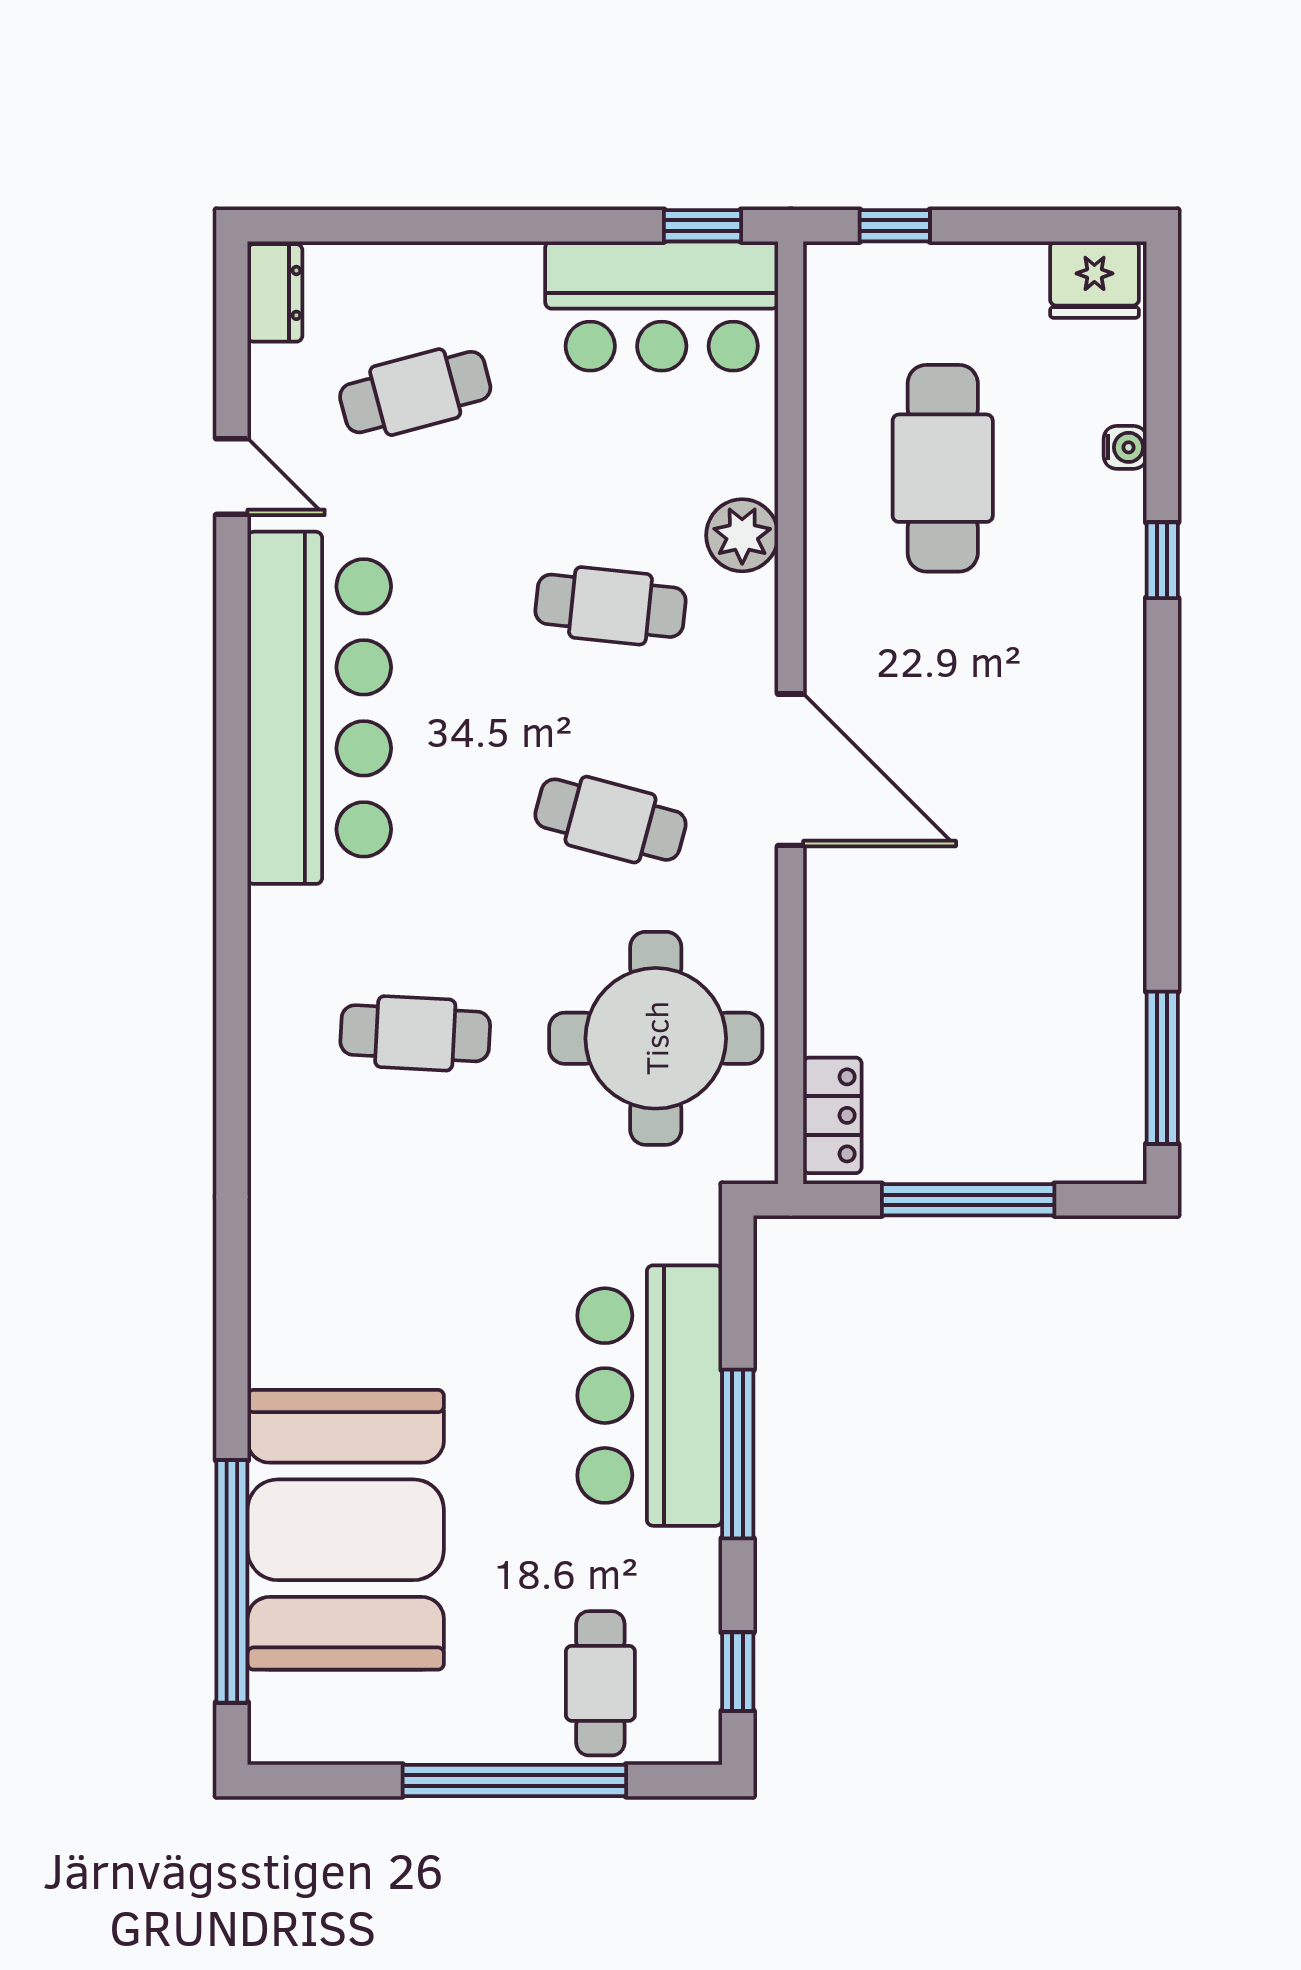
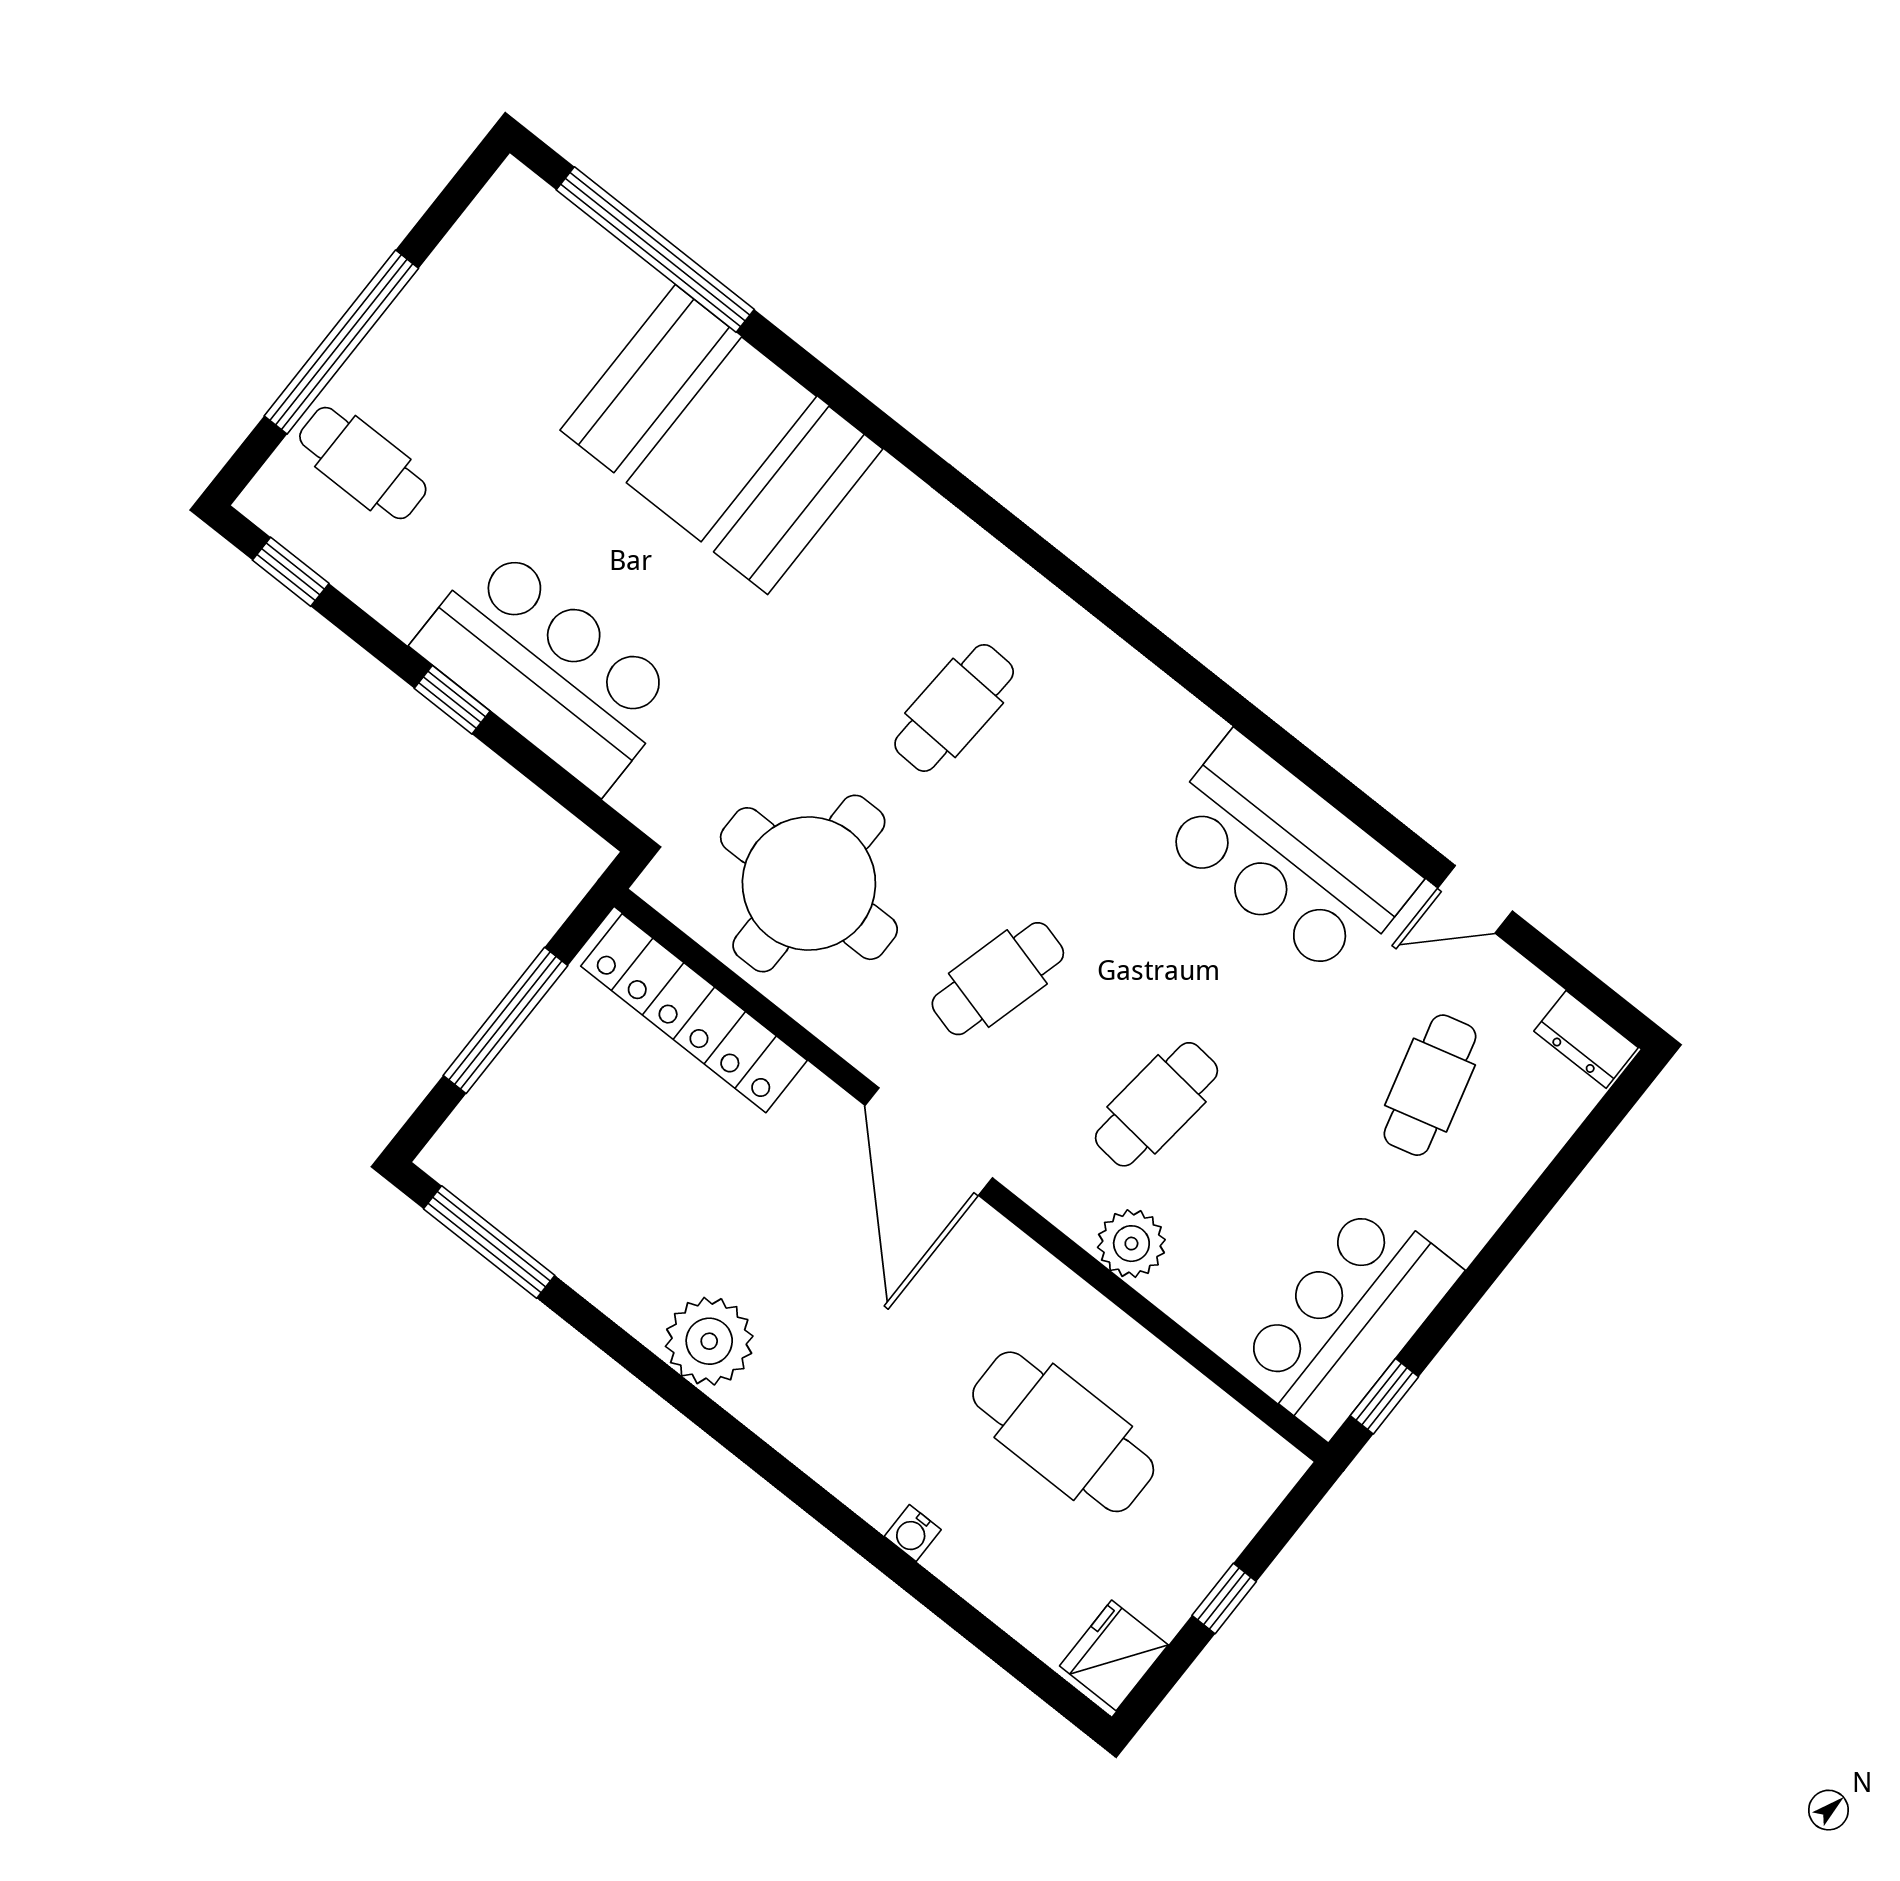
window: (895, 226) -> (1224, 1599), moved
water cooler: (1125, 447) -> (913, 1533), moved
window: (1162, 560) -> (866, 1541), removed
bar counter: (319, 708) -> (1287, 856), width x0.73
door: (791, 770) -> (929, 1142), hinge flipped
plant: (1100, 821) -> (709, 1341), added
locker: (832, 1115) -> (694, 1013), width x2.16, depth x1.21
window: (738, 1454) -> (452, 700), width x0.46
booth: (346, 1530) -> (721, 439), moved

